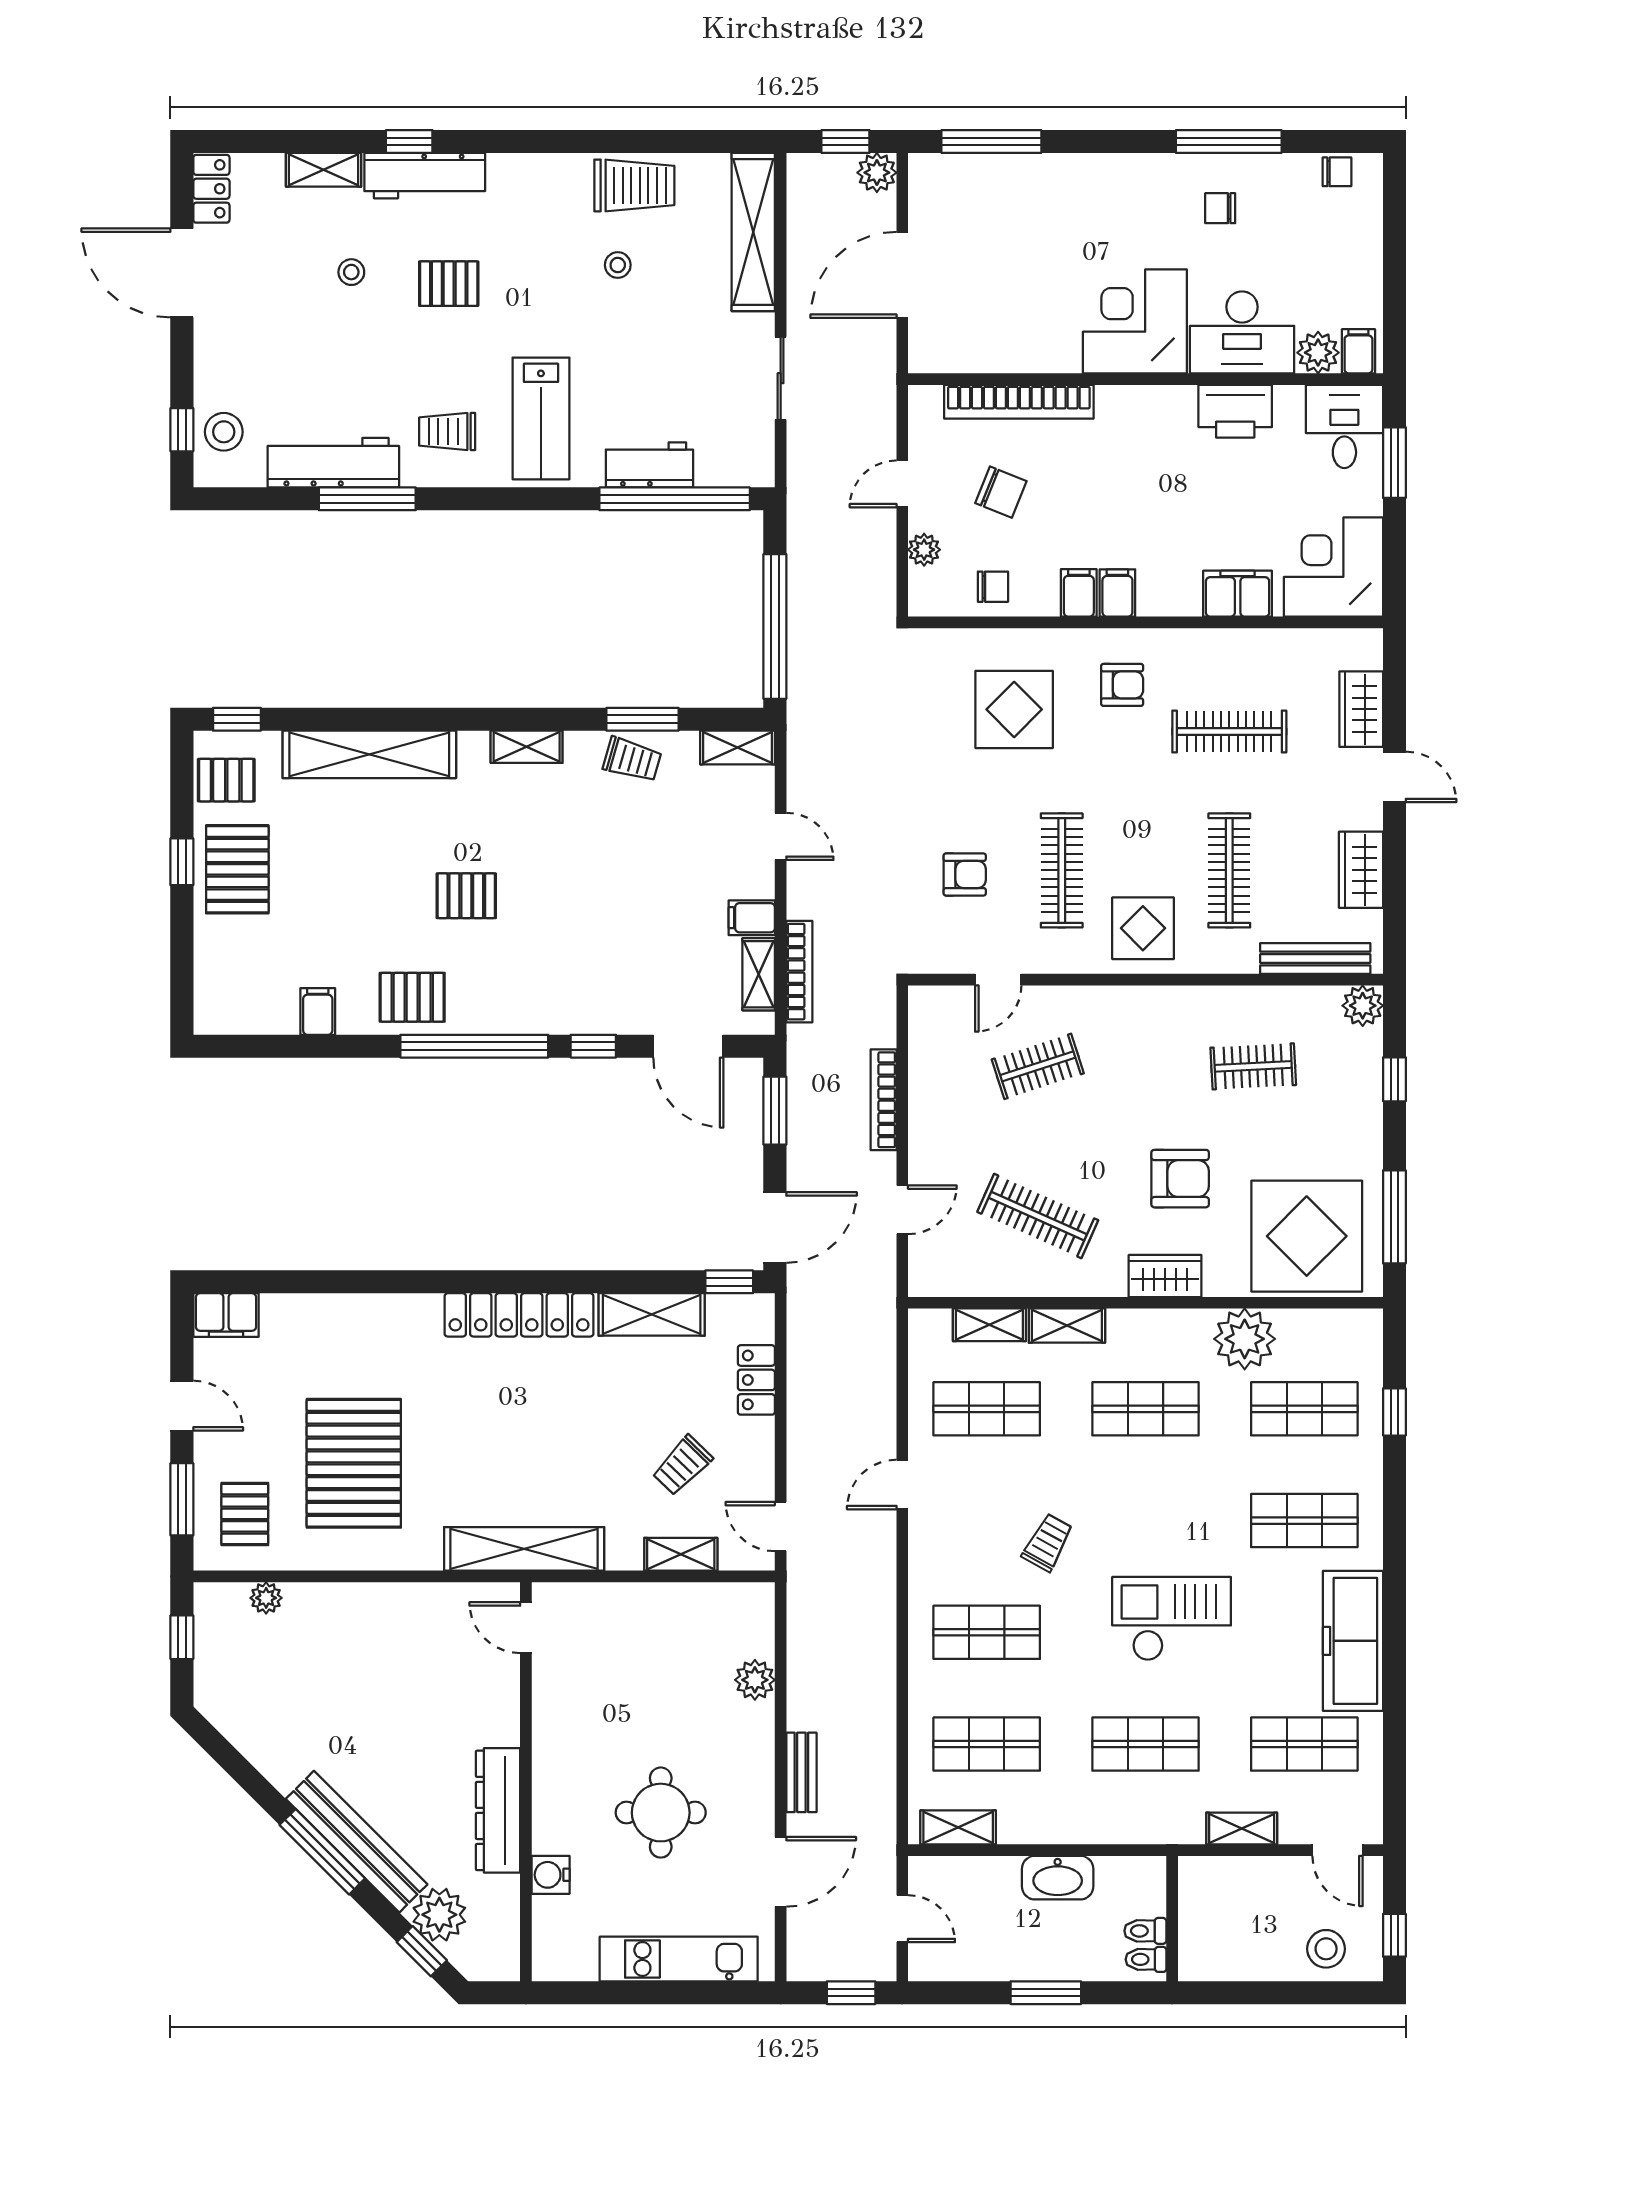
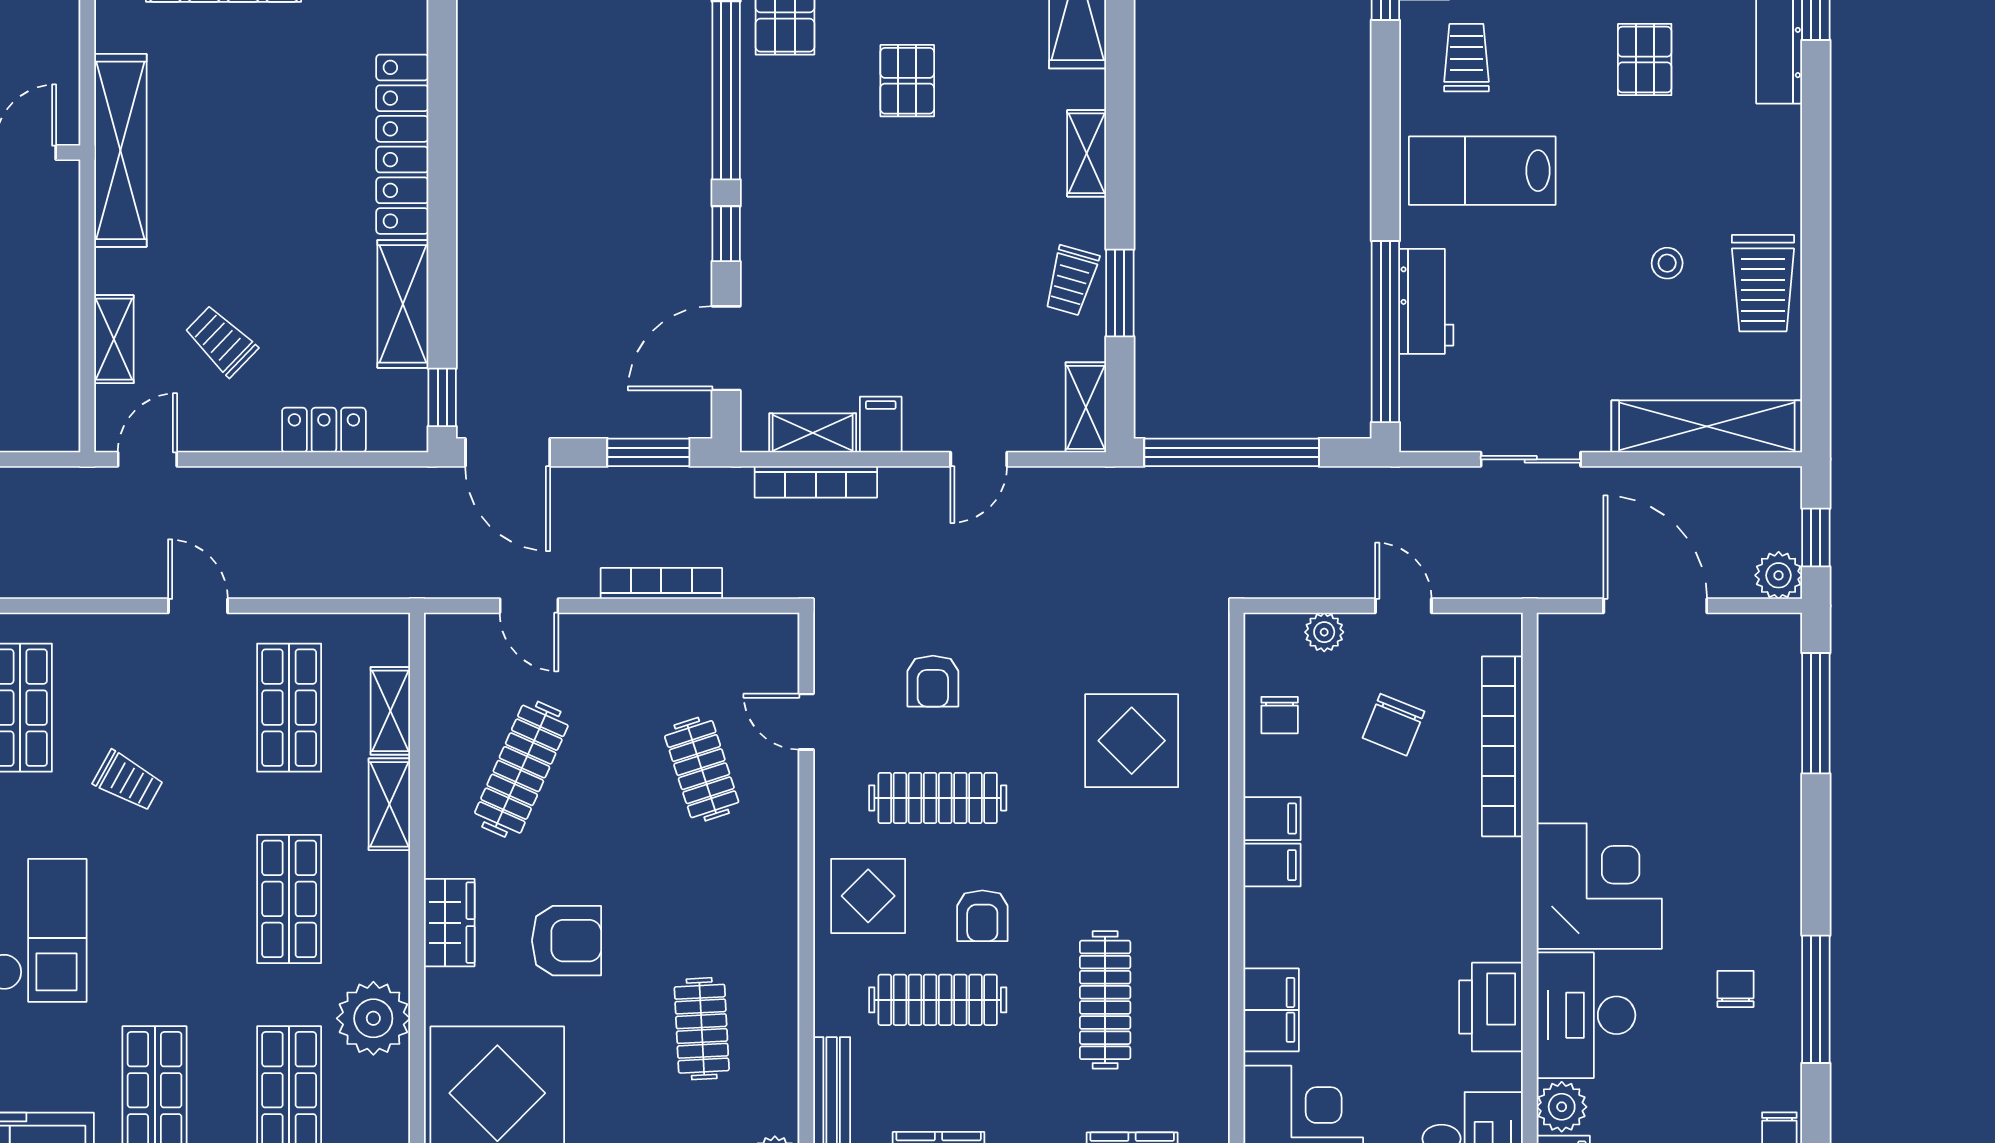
armchair: (1122, 685) -> (982, 916), moved
armchair: (1180, 1179) -> (567, 941), turned -90

